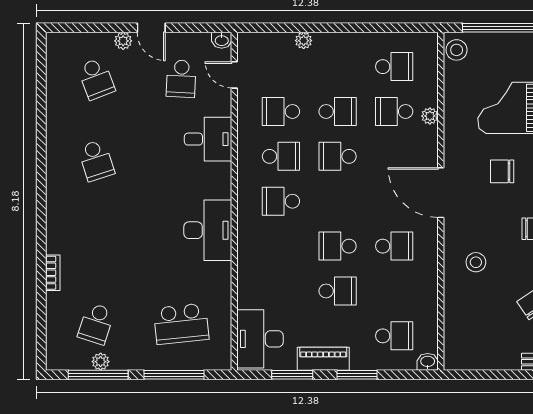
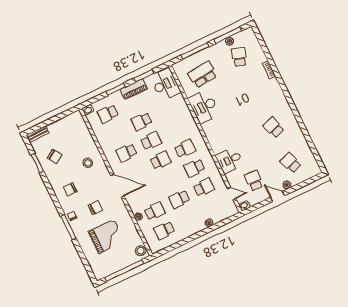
school desk: (338, 156) -> (160, 160), moved
desk: (208, 230) -> (204, 107), moved

